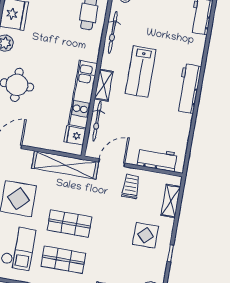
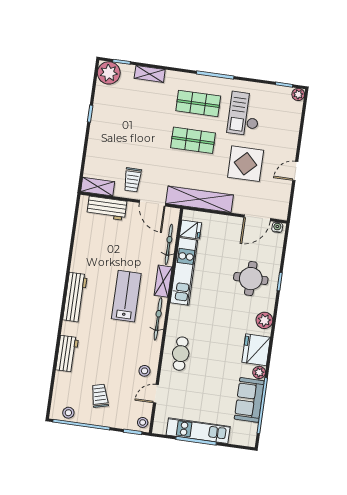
bicycle: (113, 33) -> (158, 319), moved
workbench: (189, 89) -> (75, 297), moved
door: (112, 163) -> (152, 203), hinge flipped
shelving: (171, 201) -> (98, 187), moved, turned 90
display table: (145, 235) -> (116, 131), removed

